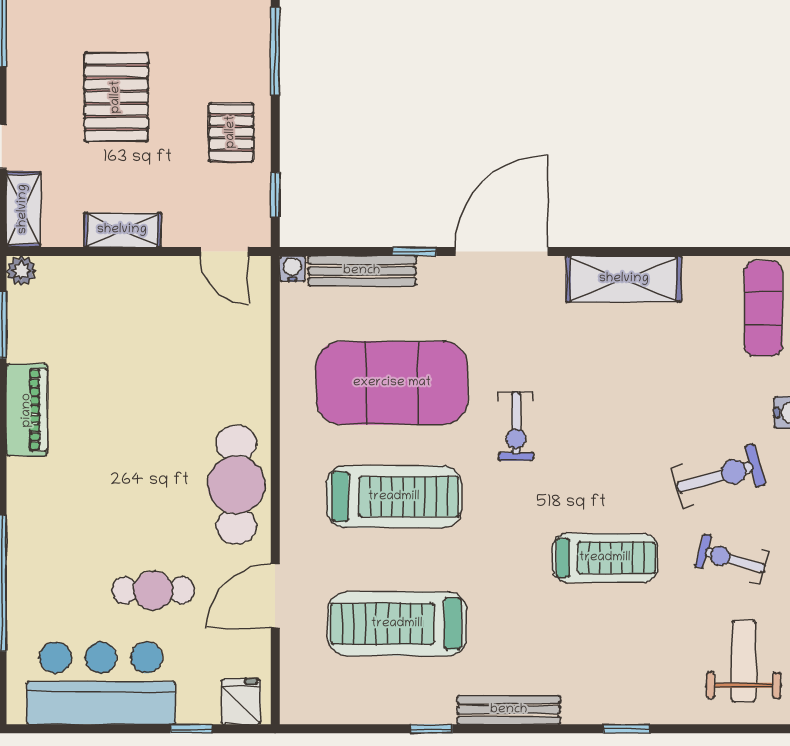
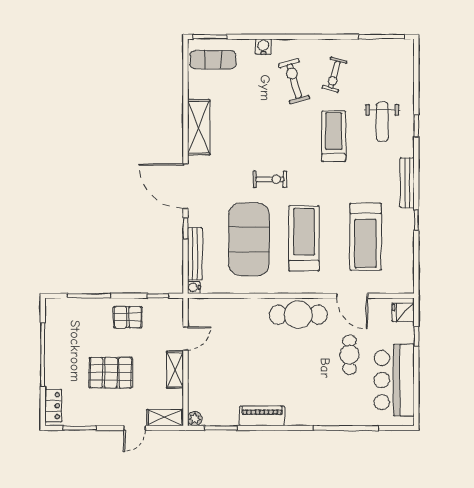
door: (224, 252) -> (185, 338), moved
weight bench: (744, 661) -> (382, 122), moved, turned -90

